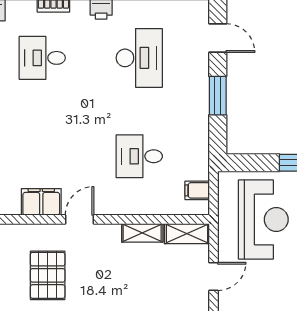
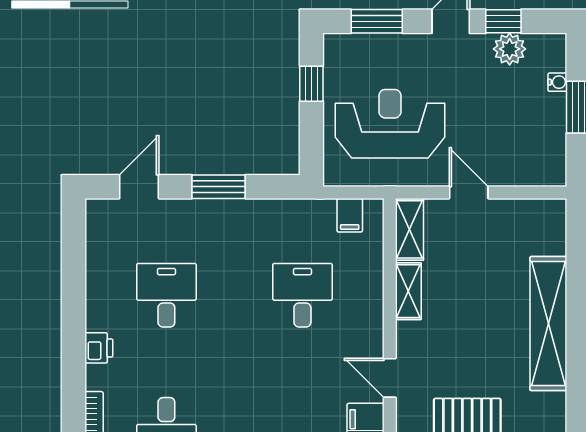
desk: (139, 58) -> (166, 295), width x0.73
desk: (139, 156) -> (302, 295), turned 180

